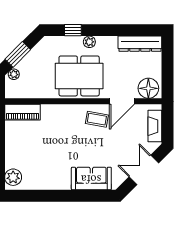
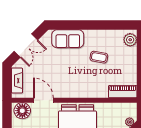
door: (122, 101) -> (43, 100), hinge flipped
coffee table: (97, 119) -> (99, 57), moved

